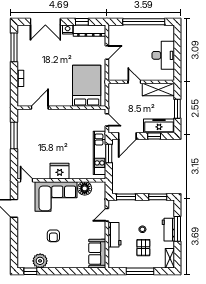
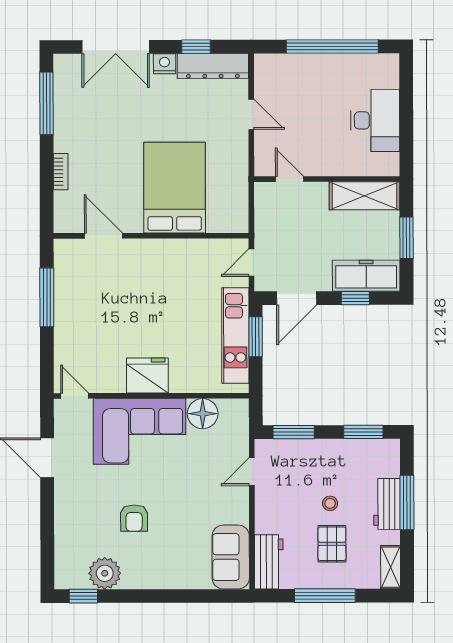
door: (107, 52) -> (251, 114), hinge flipped
door: (134, 82) -> (290, 179), moved
bed: (87, 86) -> (175, 188), moved
door: (40, 108) -> (103, 236), hinge flipped
door: (107, 120) -> (251, 263), swing flipped
workbench: (115, 235) -> (269, 562), moved

